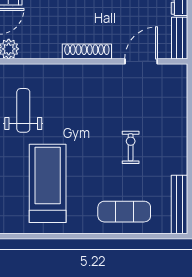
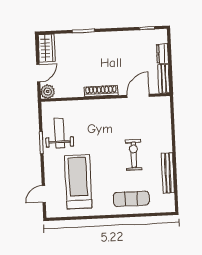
exercise bike: (131, 147) -> (134, 155), width x1.38, depth x1.39
bench: (180, 204) -> (168, 173), moved

